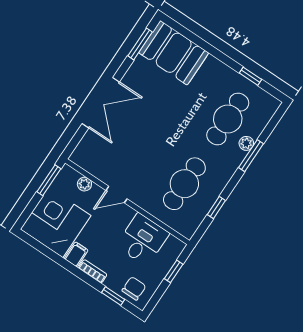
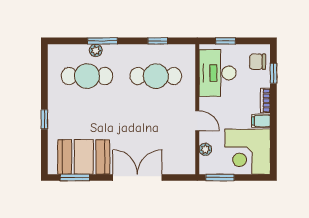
booth: (174, 53) -> (84, 157), moved, turned 90
window: (251, 76) -> (44, 119), moved
desk: (143, 240) -> (217, 73), width x1.37

